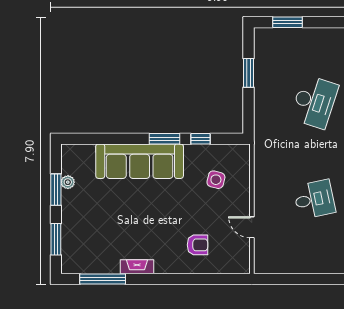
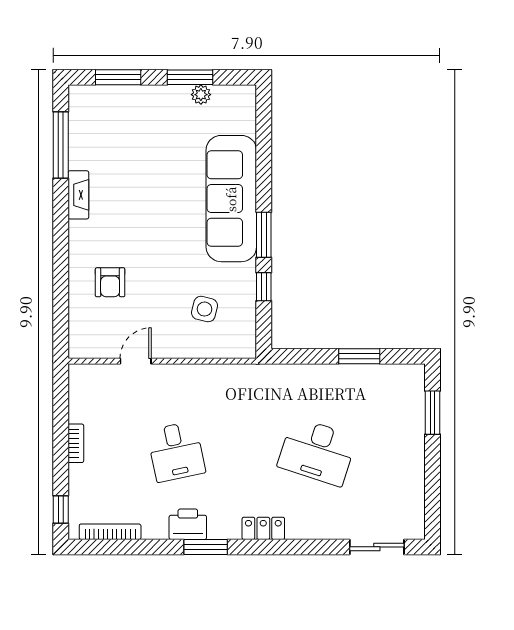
bookcase: (309, 269) -> (76, 443), added

